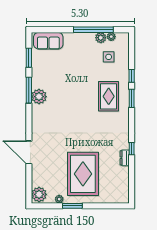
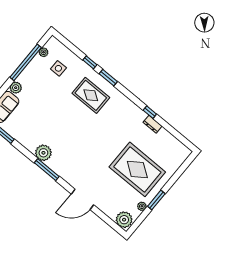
plant: (101, 38) -> (16, 88), moved
window: (29, 90) -> (47, 170), moved

